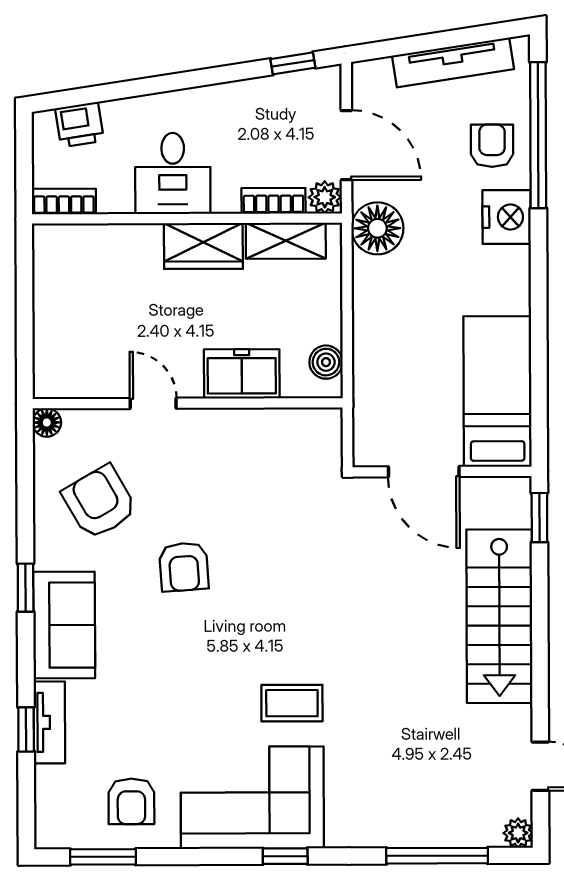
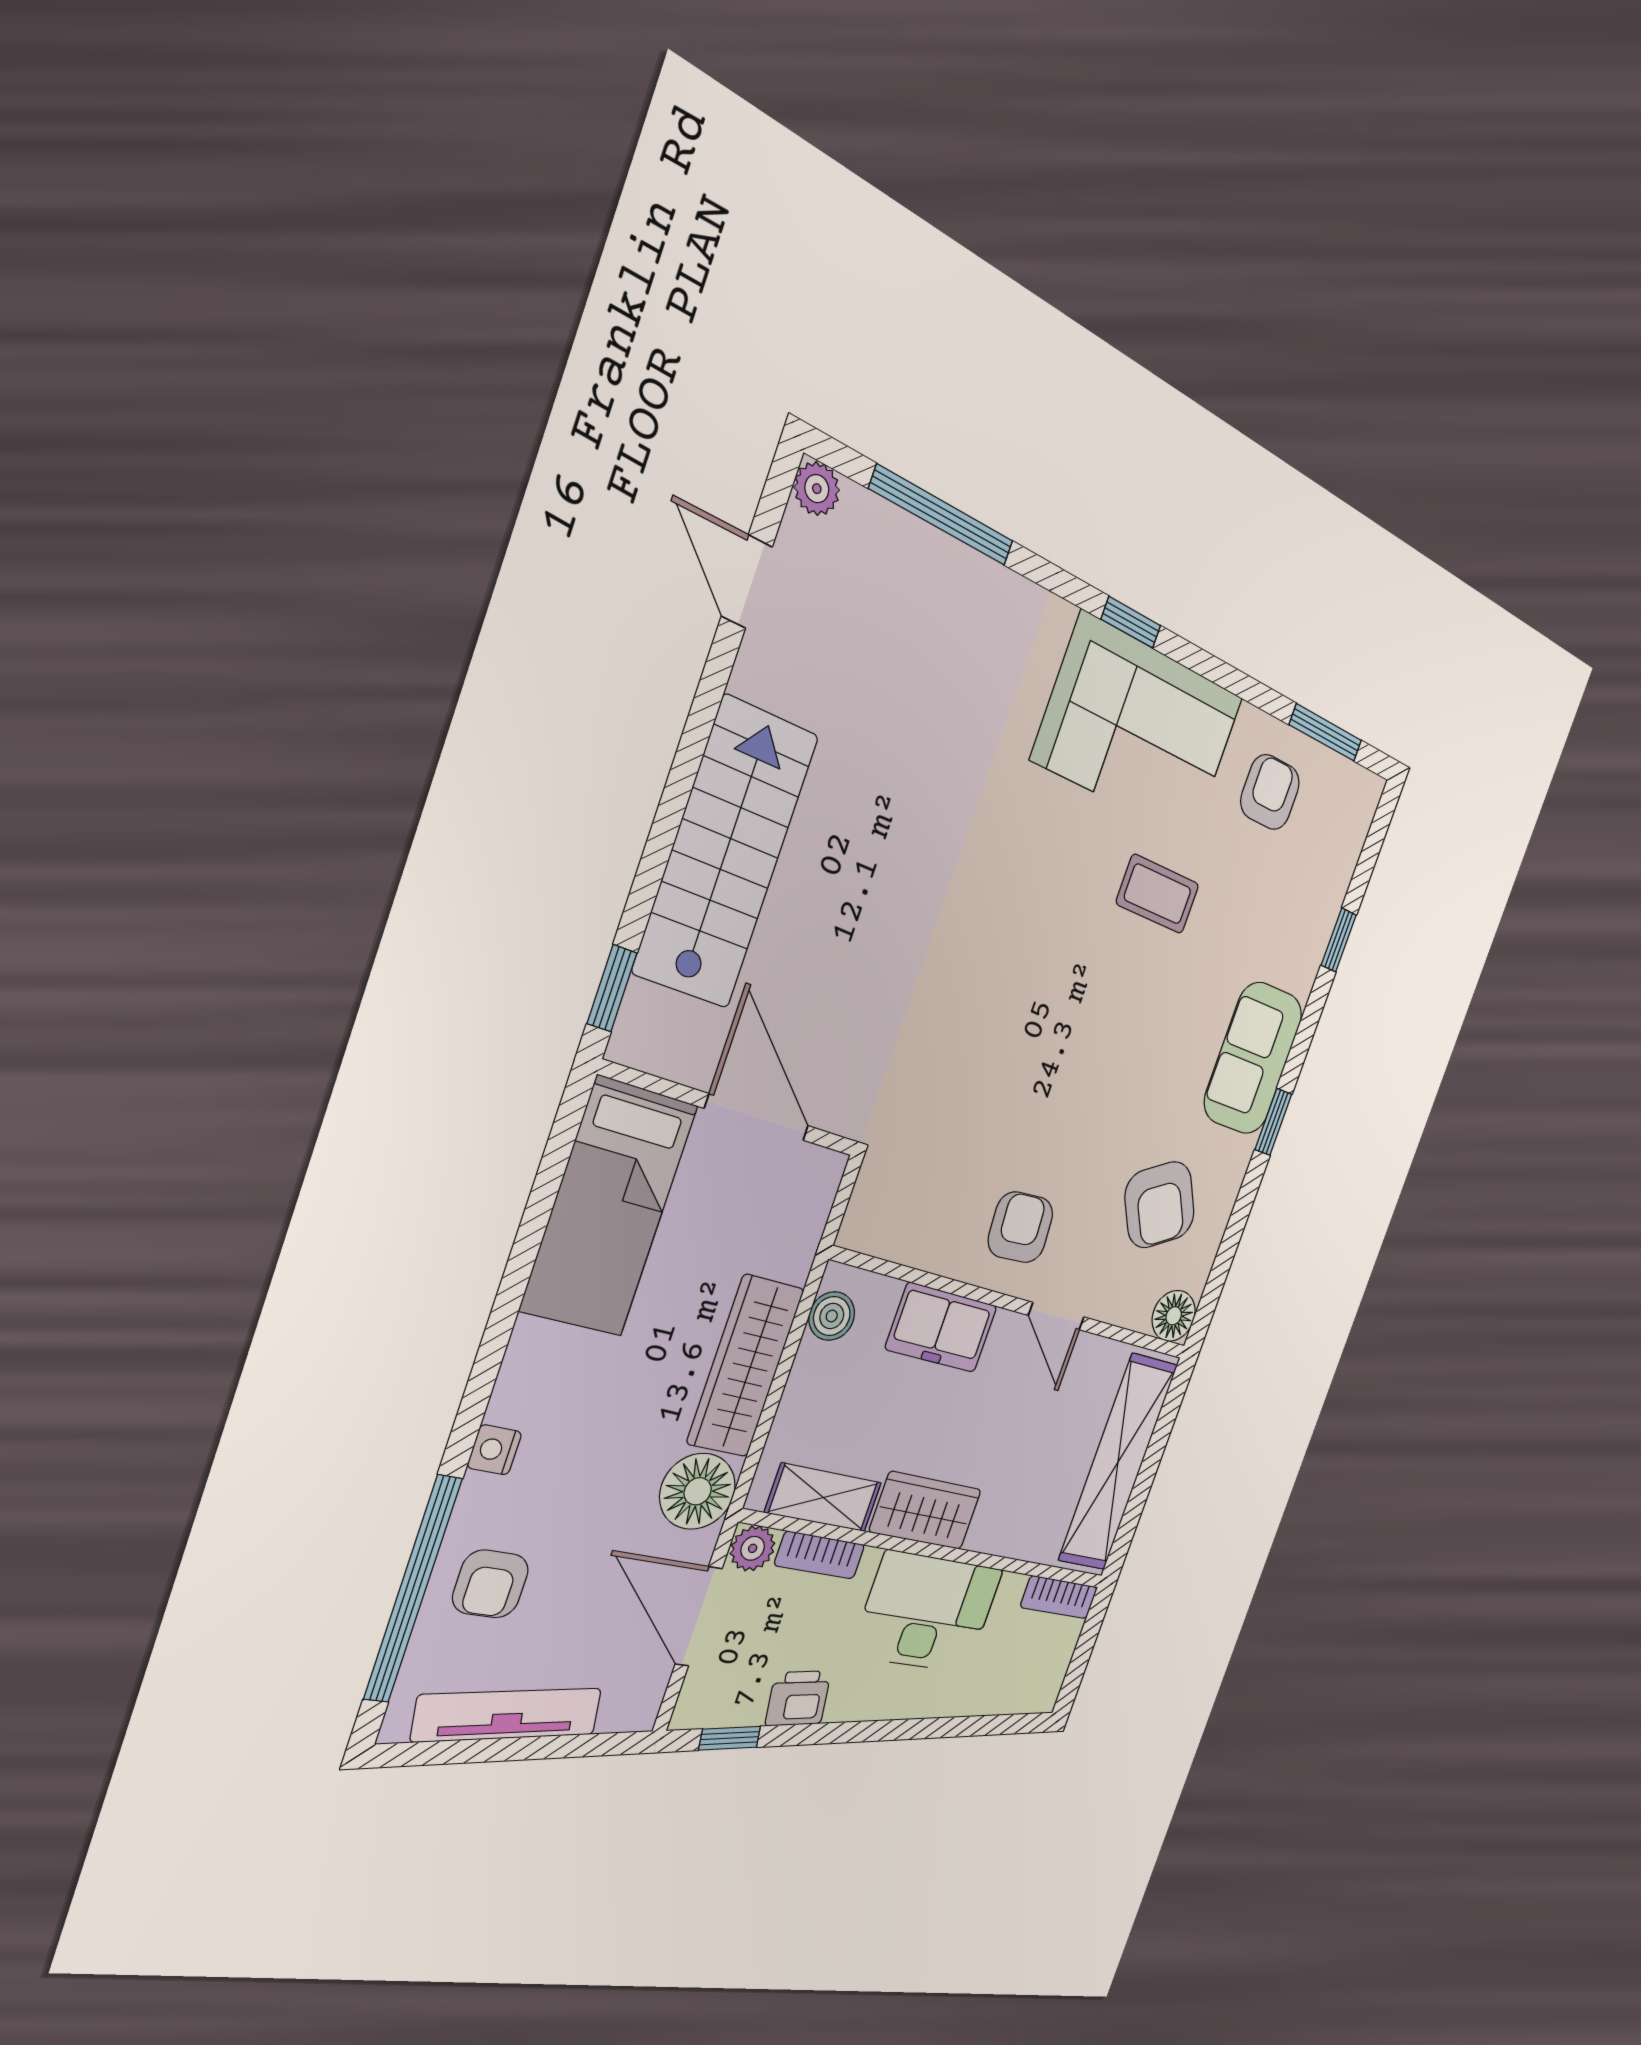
printer: (80, 124) -> (798, 1698), moved
desk: (173, 173) -> (927, 1612), width x1.37
nightstand: (507, 217) -> (494, 1450), width x0.53, depth x0.56
shelving: (55, 311) -> (1118, 1462), added
wardrobe: (374, 316) -> (745, 1366), added
floor lamp: (47, 423) -> (1174, 1316), width x1.37, depth x1.37
armchair: (184, 567) -> (1021, 1227), moved
coffee table: (292, 703) -> (1158, 894), moved
tv unit: (49, 722) -> (1313, 938), removed

